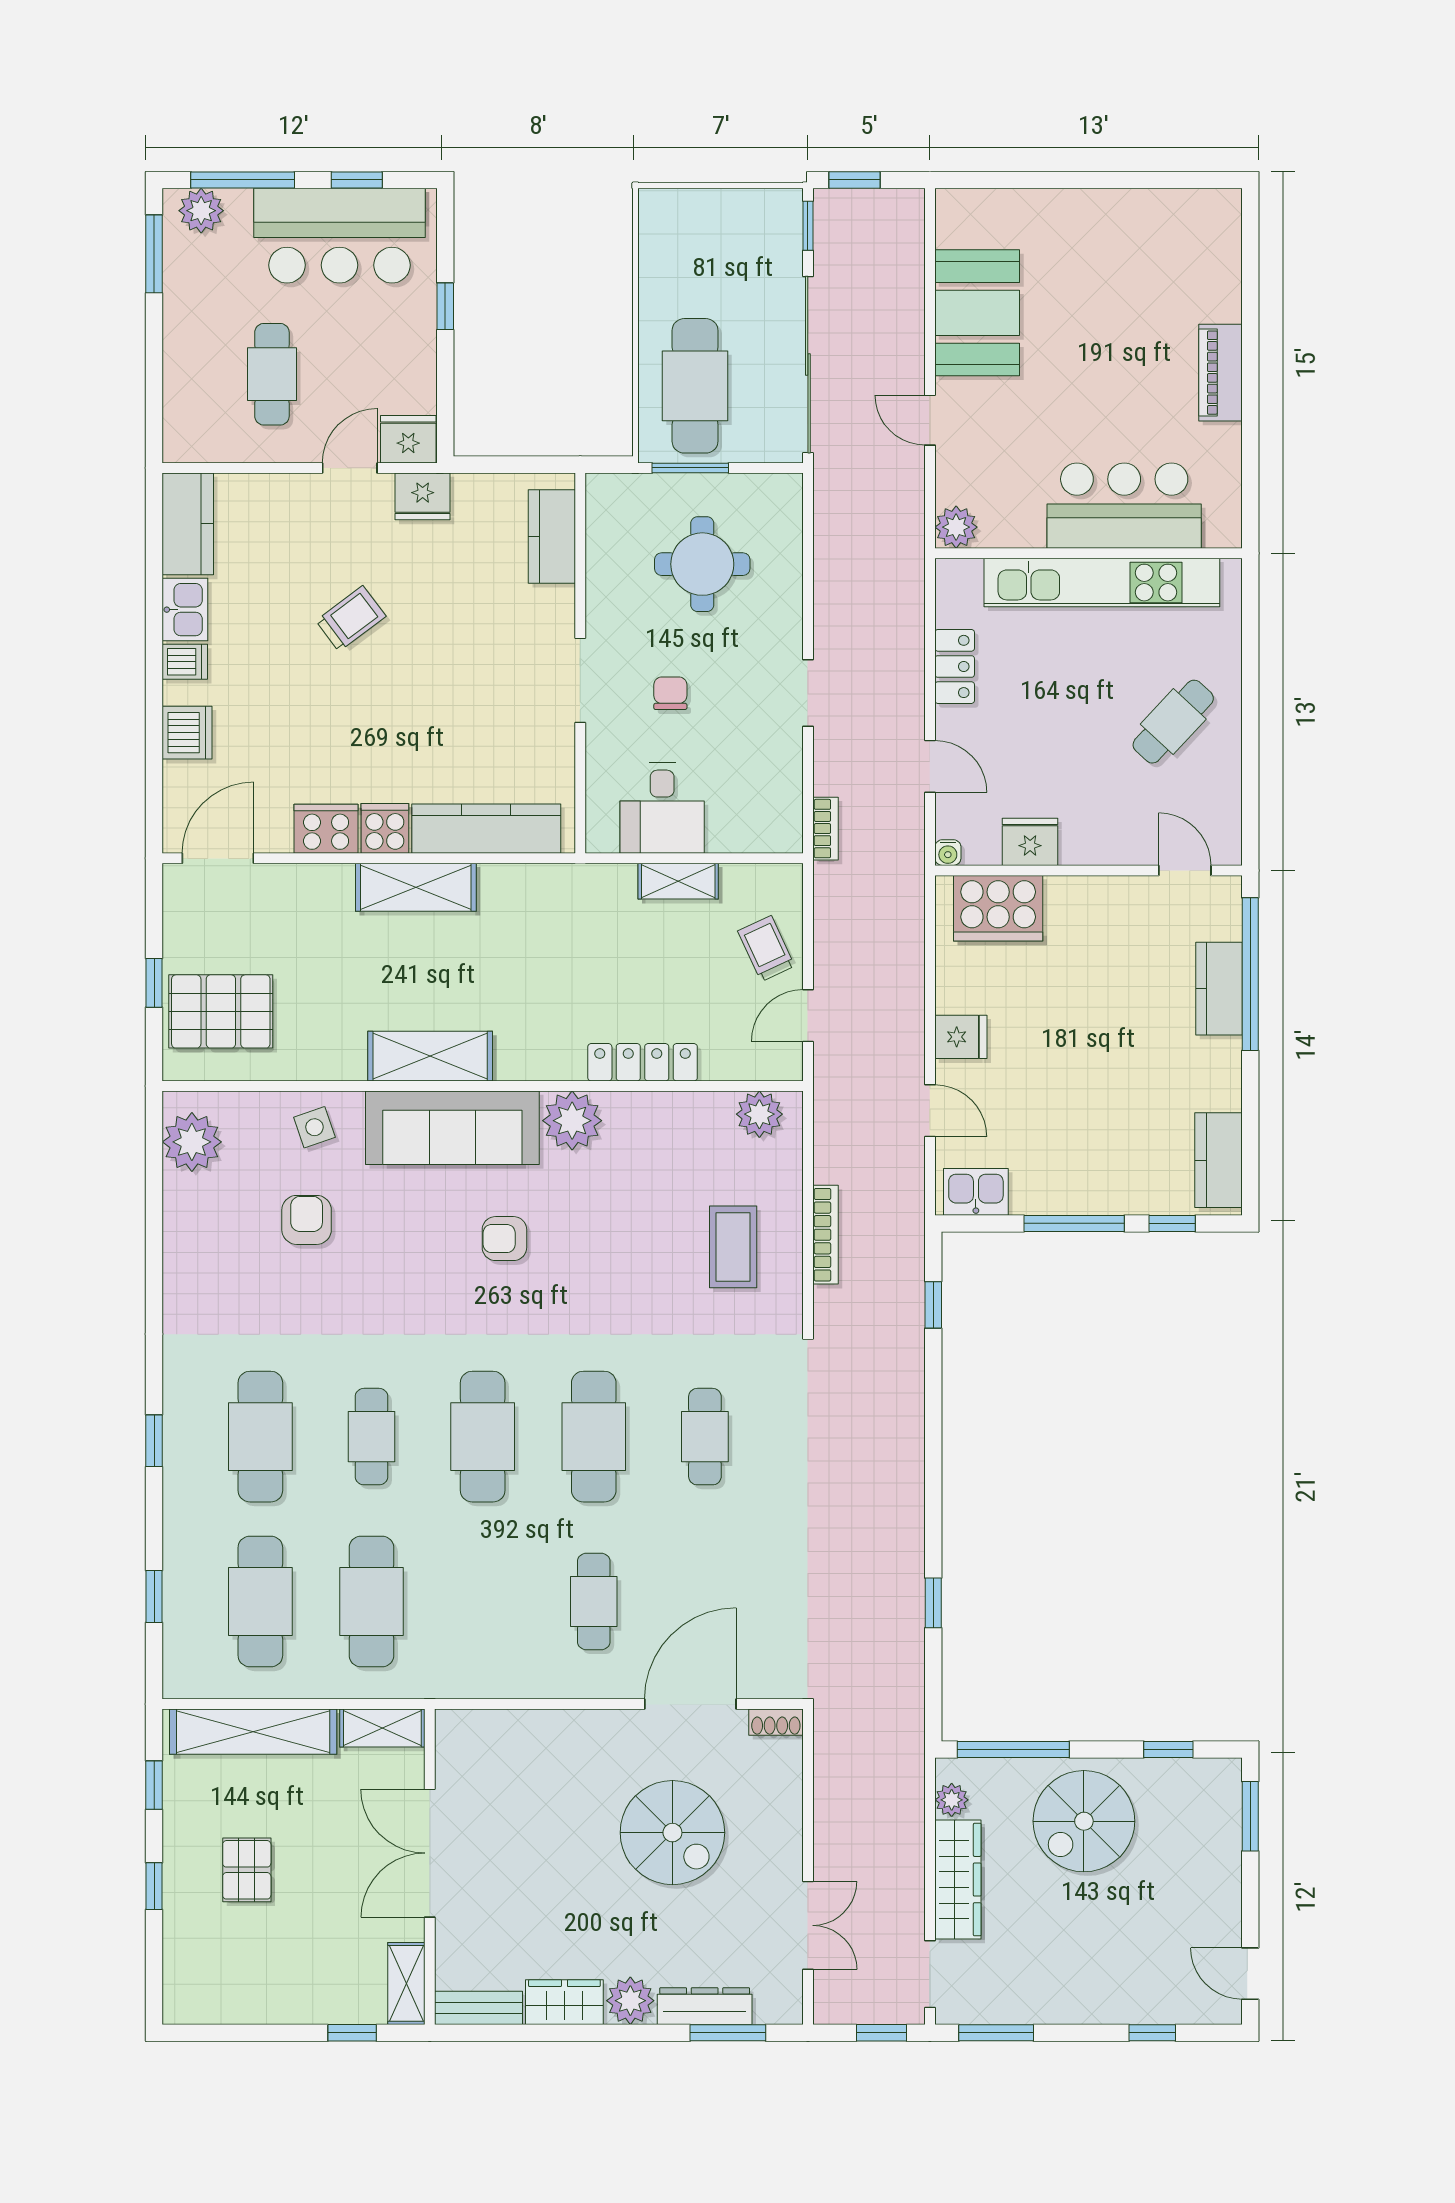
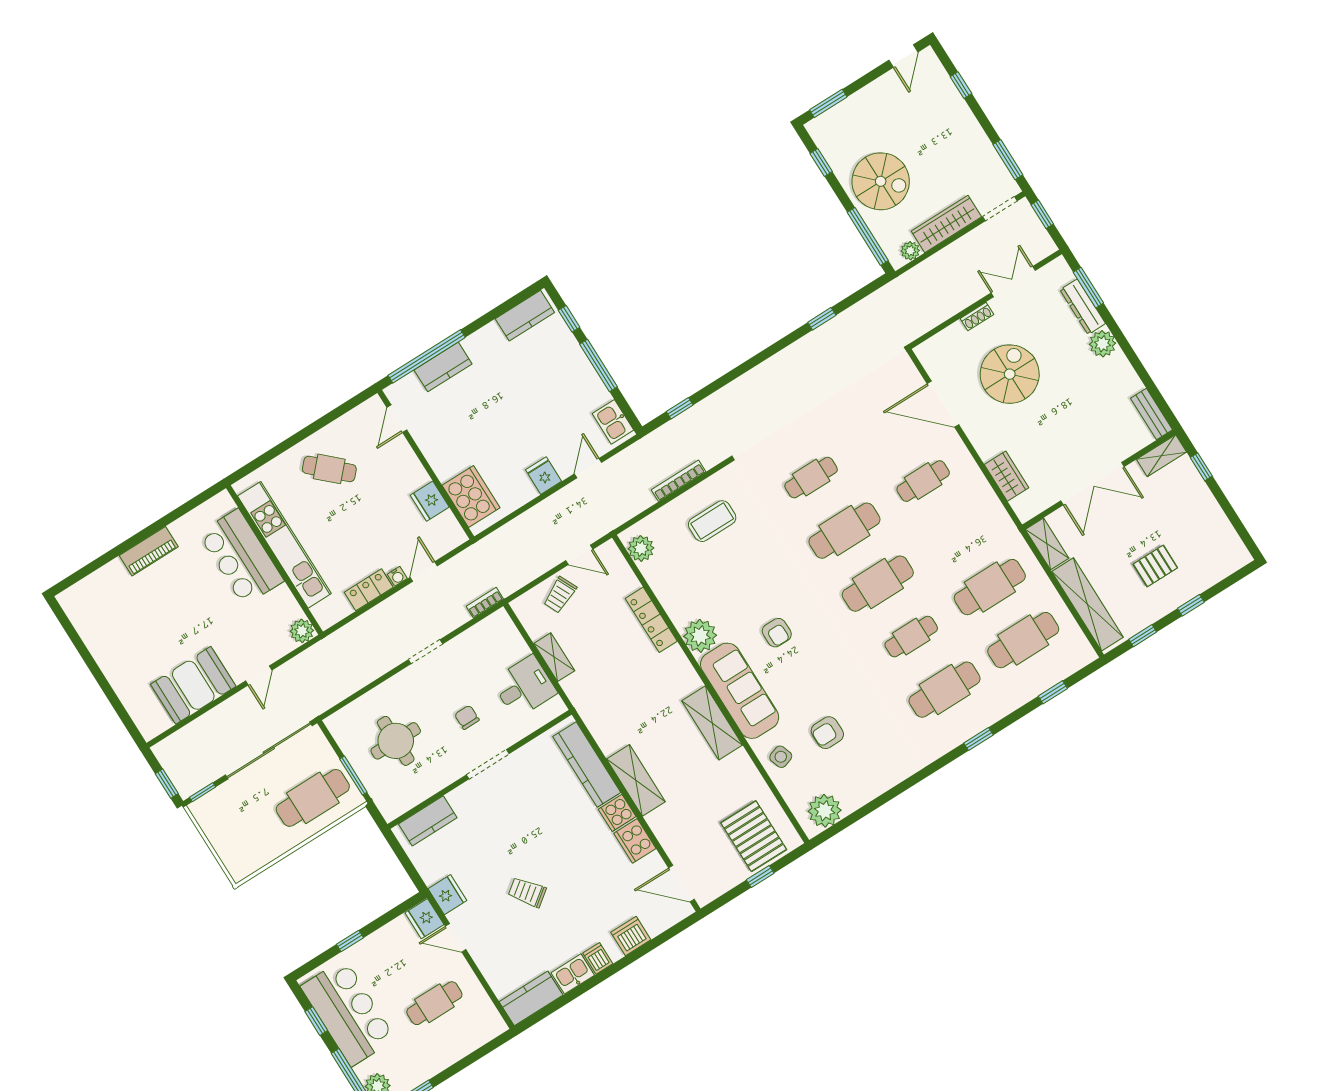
chair: (670, 693) -> (467, 717), turned 90
water cooler: (948, 853) -> (397, 576), moved, turned 90
shoe rack: (776, 1722) -> (977, 317), moved, turned 90
wardrobe: (564, 2002) -> (1007, 476), moved, turned 180

